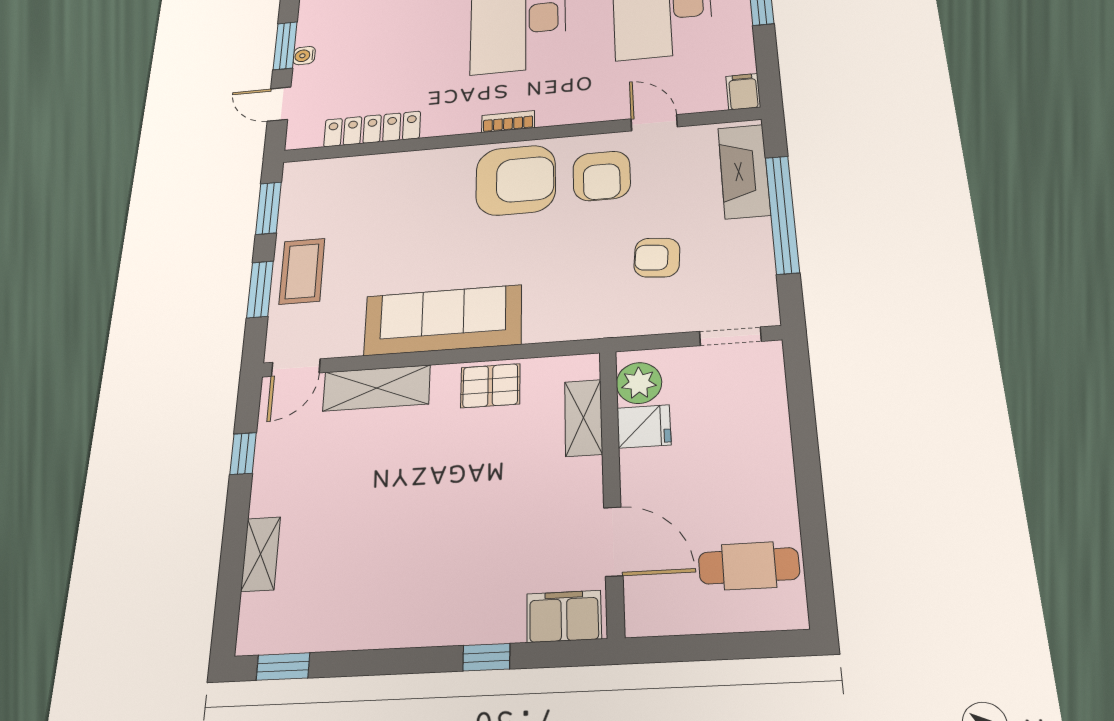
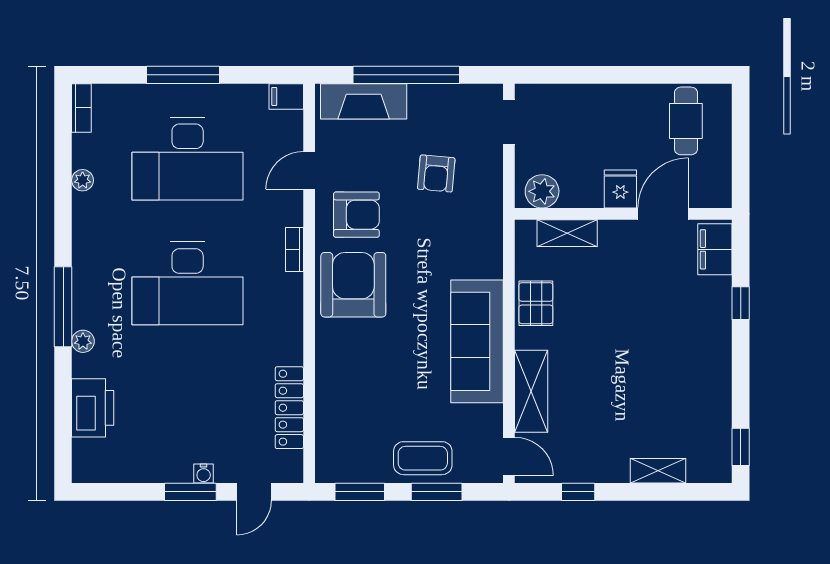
bookcase: (508, 122) -> (295, 250), moved
fridge: (644, 426) -> (620, 189), moved

